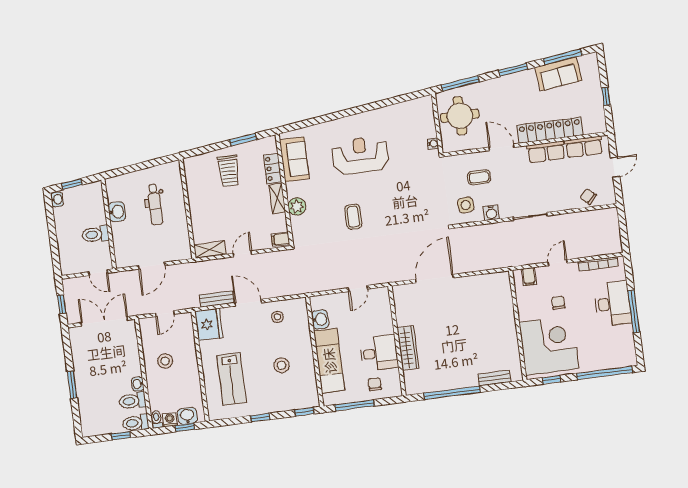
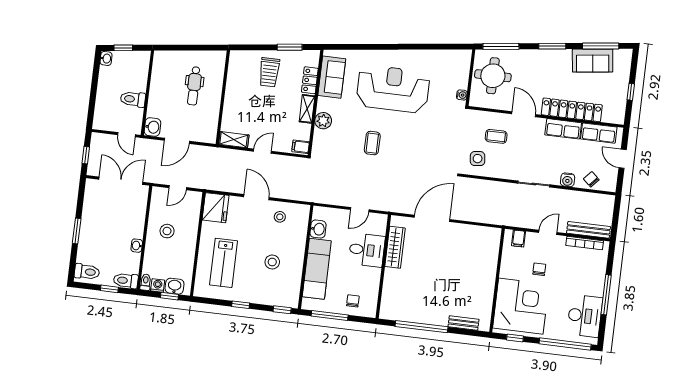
reception desk: (360, 155) -> (393, 89), width x1.36, depth x1.30
door: (615, 167) -> (623, 159), swing flipped
washbasin: (117, 212) -> (152, 127), moved
water cooler: (491, 213) -> (568, 180), moved
bench: (217, 299) -> (589, 230), moved, width x1.36
desk: (613, 304) -> (585, 316), moved
wardrobe: (408, 348) -> (395, 247), moved
desk: (379, 353) -> (367, 250), moved
toilet: (133, 401) -> (87, 272), moved, turned 180

